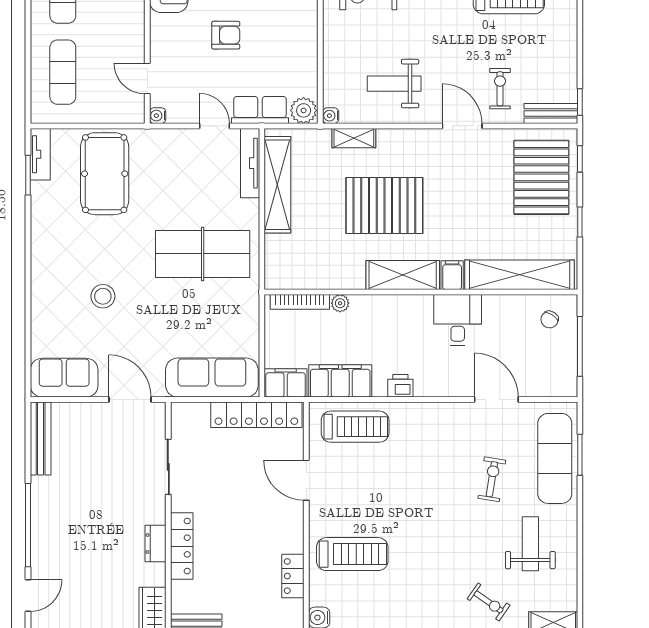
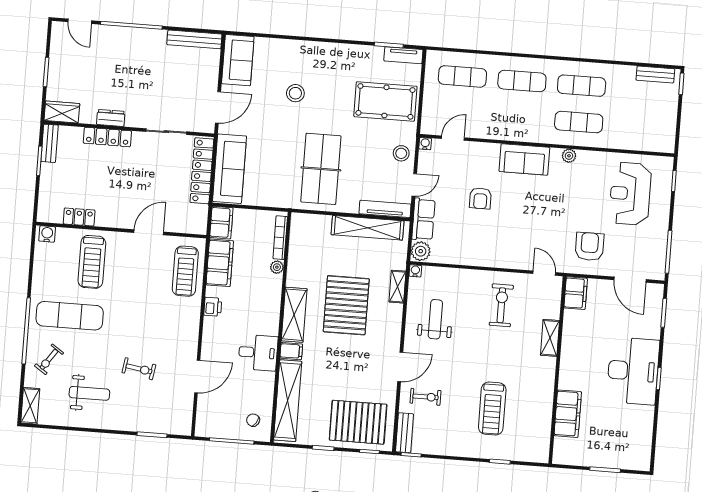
stool: (173, 147) -> (401, 153), added
locker: (256, 415) -> (202, 171), moved
exercise mat: (555, 458) -> (70, 316), moved

